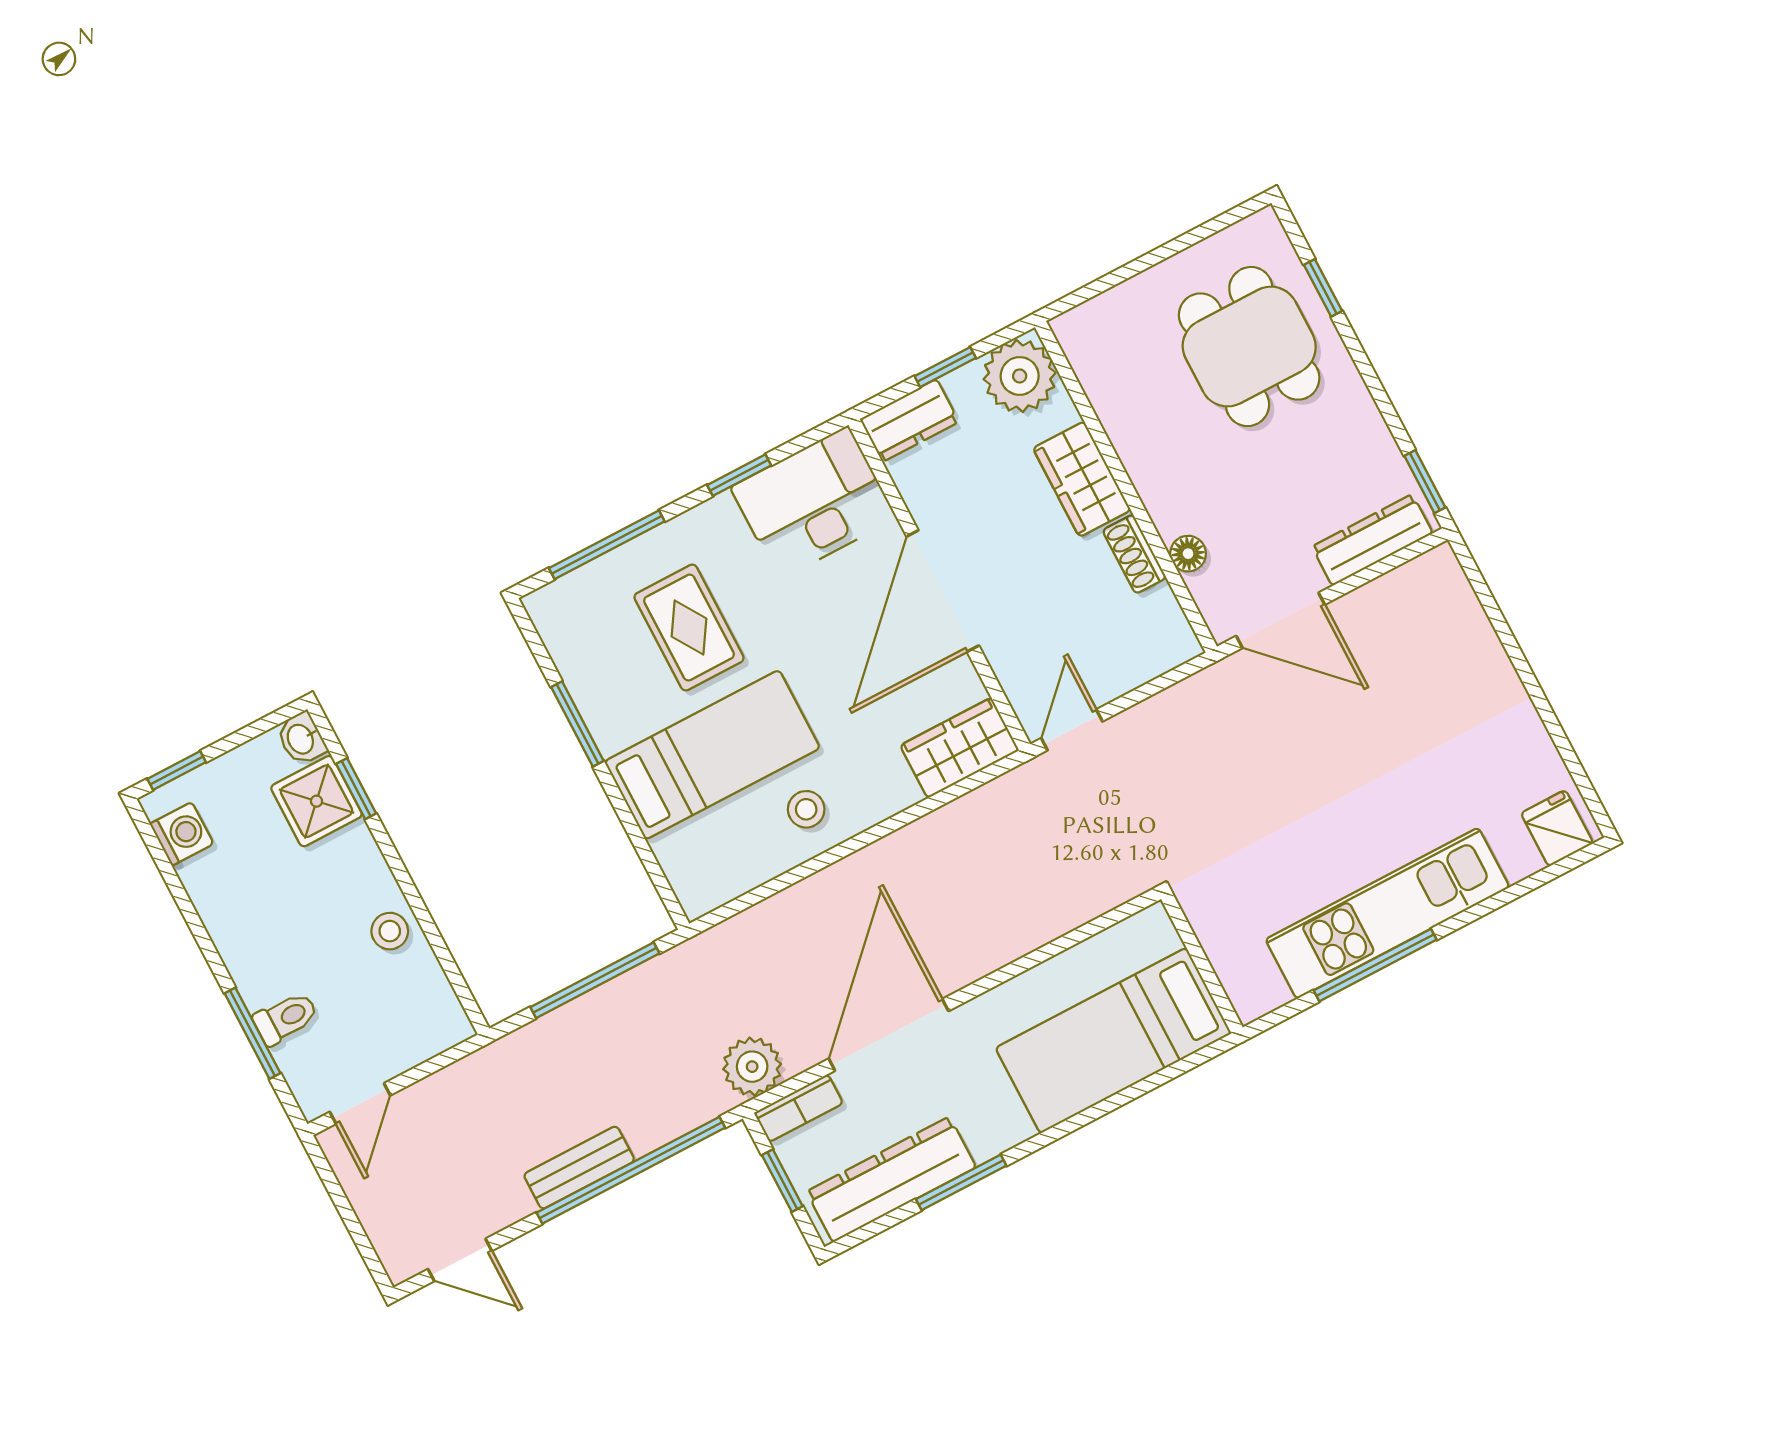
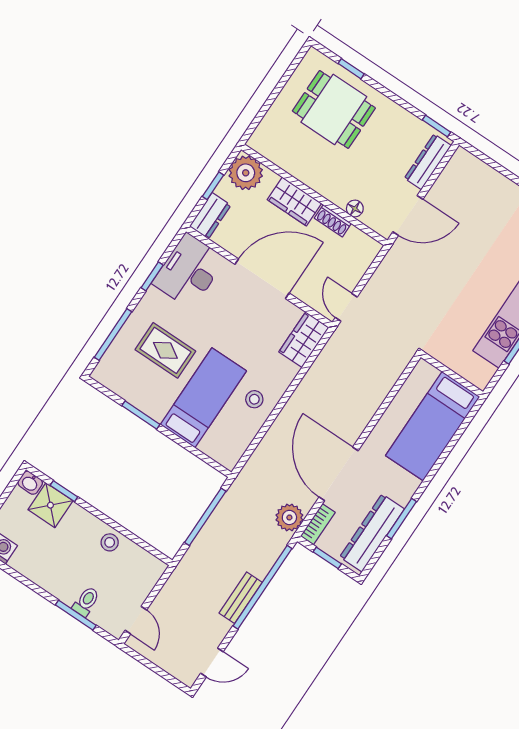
door: (943, 591) -> (262, 279), swing flipped

